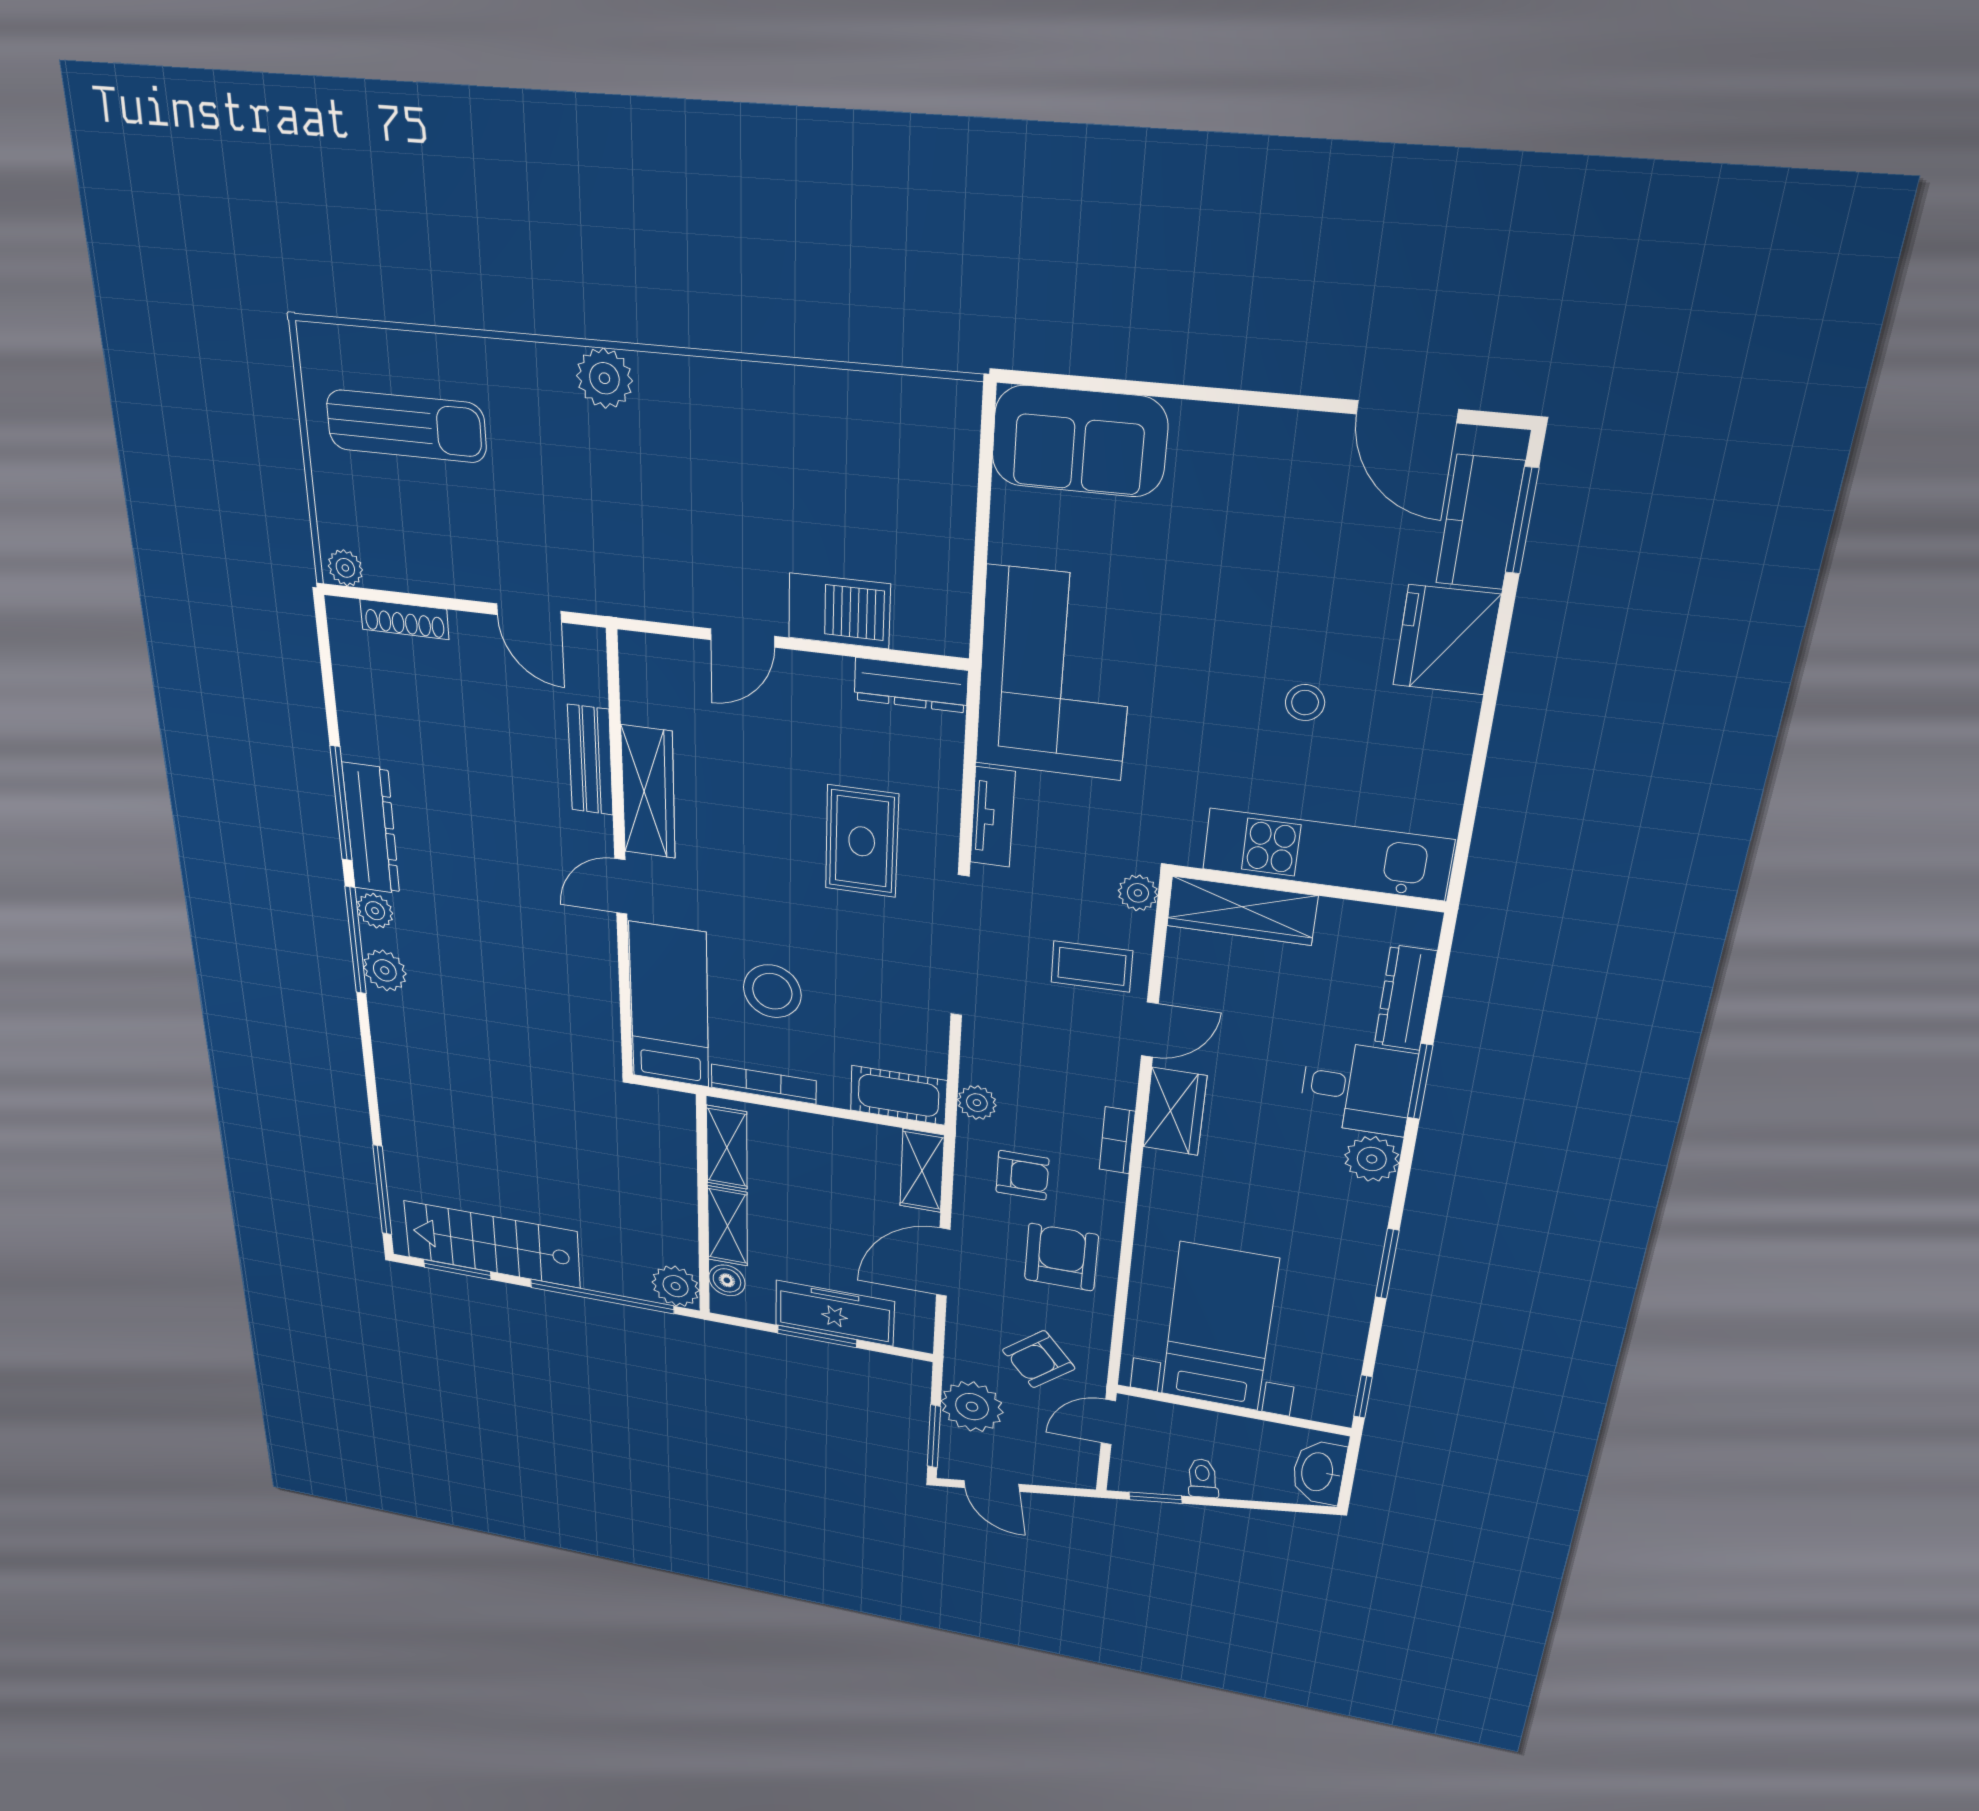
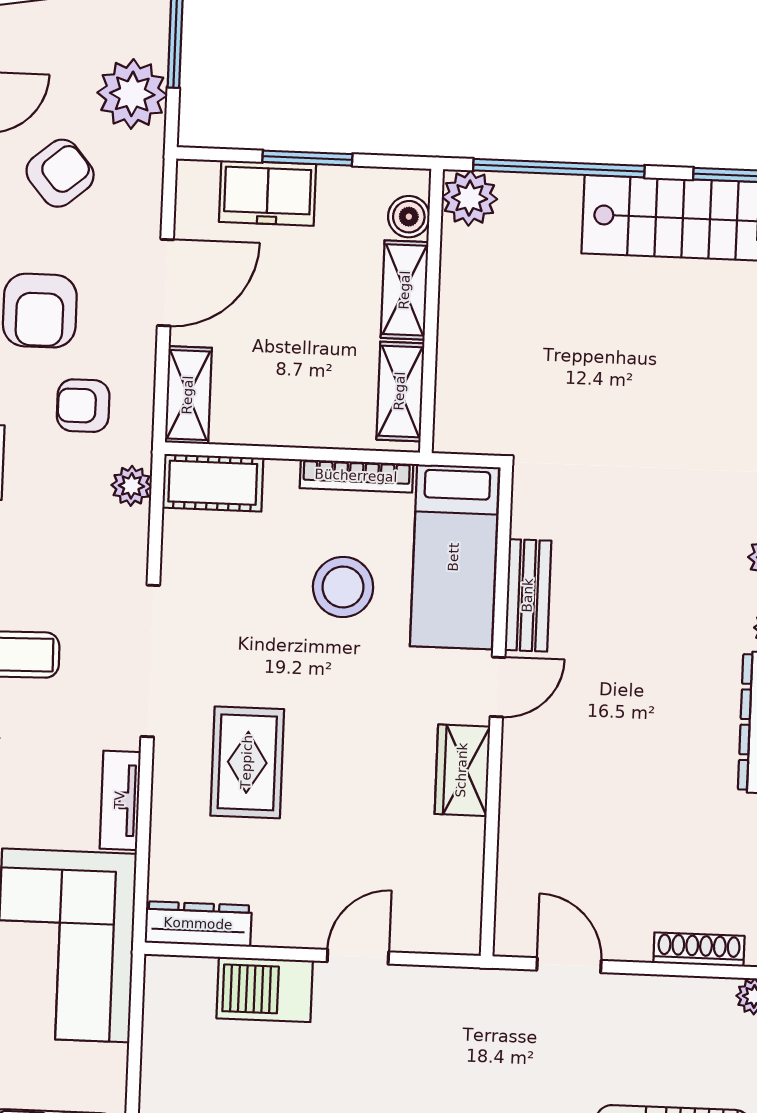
bench: (590, 760) -> (528, 595), moved
wardrobe: (648, 792) -> (462, 770), width x0.67
freezer: (835, 1313) -> (268, 193), width x0.71

